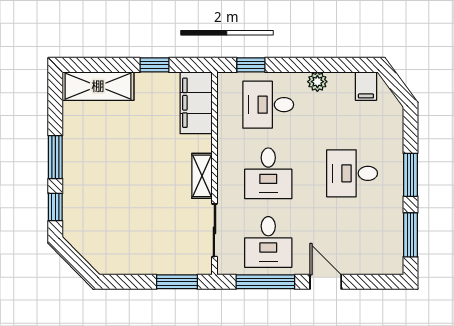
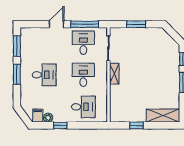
window: (251, 65) -> (60, 125), moved
plant: (317, 82) -> (48, 118), moved
filing cabinet: (196, 103) -> (117, 108), removed
window: (177, 282) -> (136, 24), moved
door: (326, 282) -> (57, 24), swing flipped

